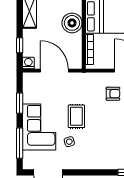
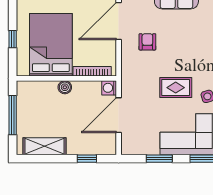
boiler: (72, 23) -> (65, 87), width x0.54, depth x0.54
washing machine: (28, 63) -> (109, 88), moved

